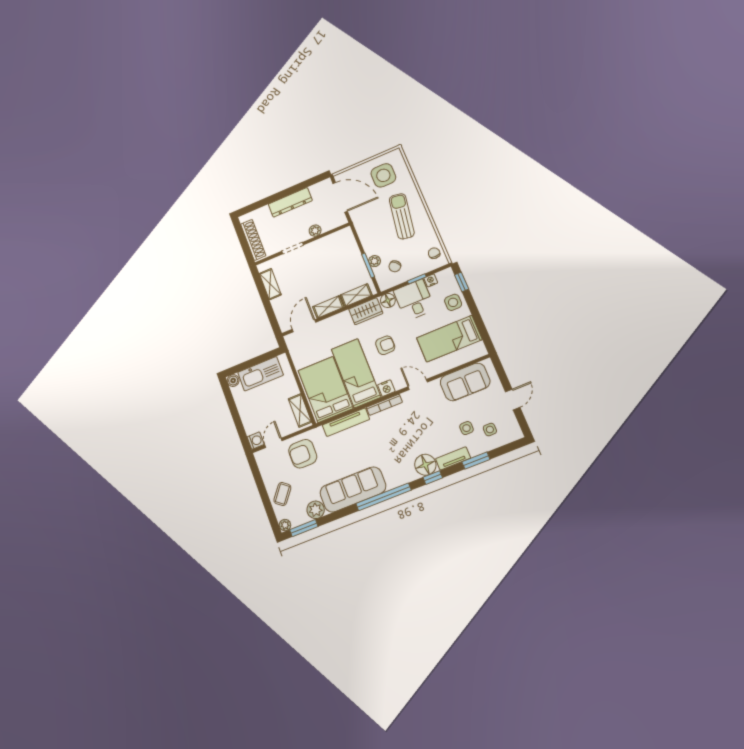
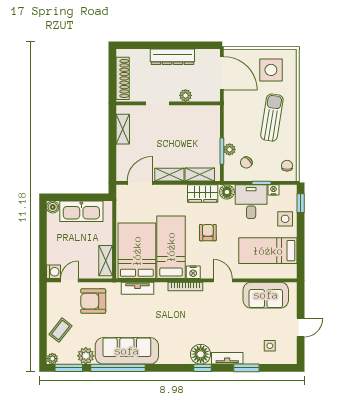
armchair: (385, 345) -> (208, 233), turned -90
tv unit: (346, 422) -> (138, 288), width x0.71
side table: (467, 428) -> (250, 336), removed
window: (383, 497) -> (118, 368), moved

